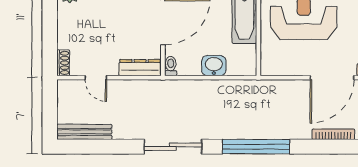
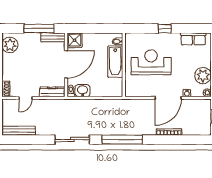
washbasin: (214, 66) -> (83, 91), moved
door: (96, 78) -> (26, 98), hinge flipped

